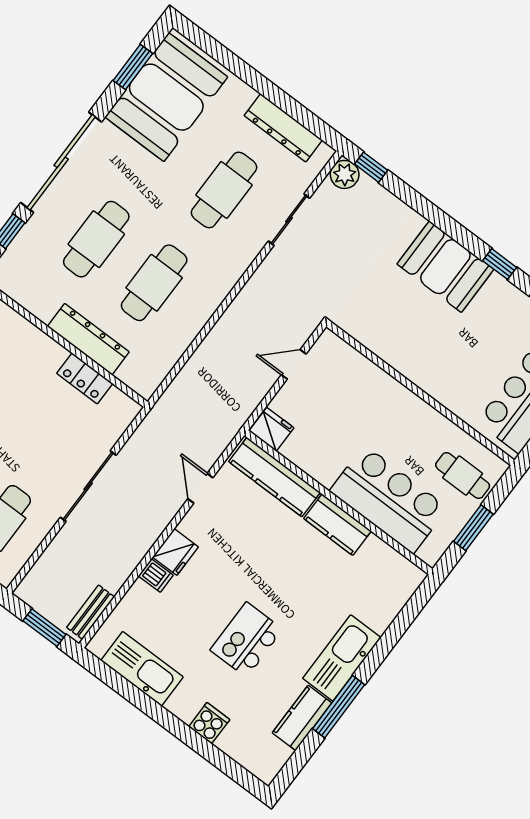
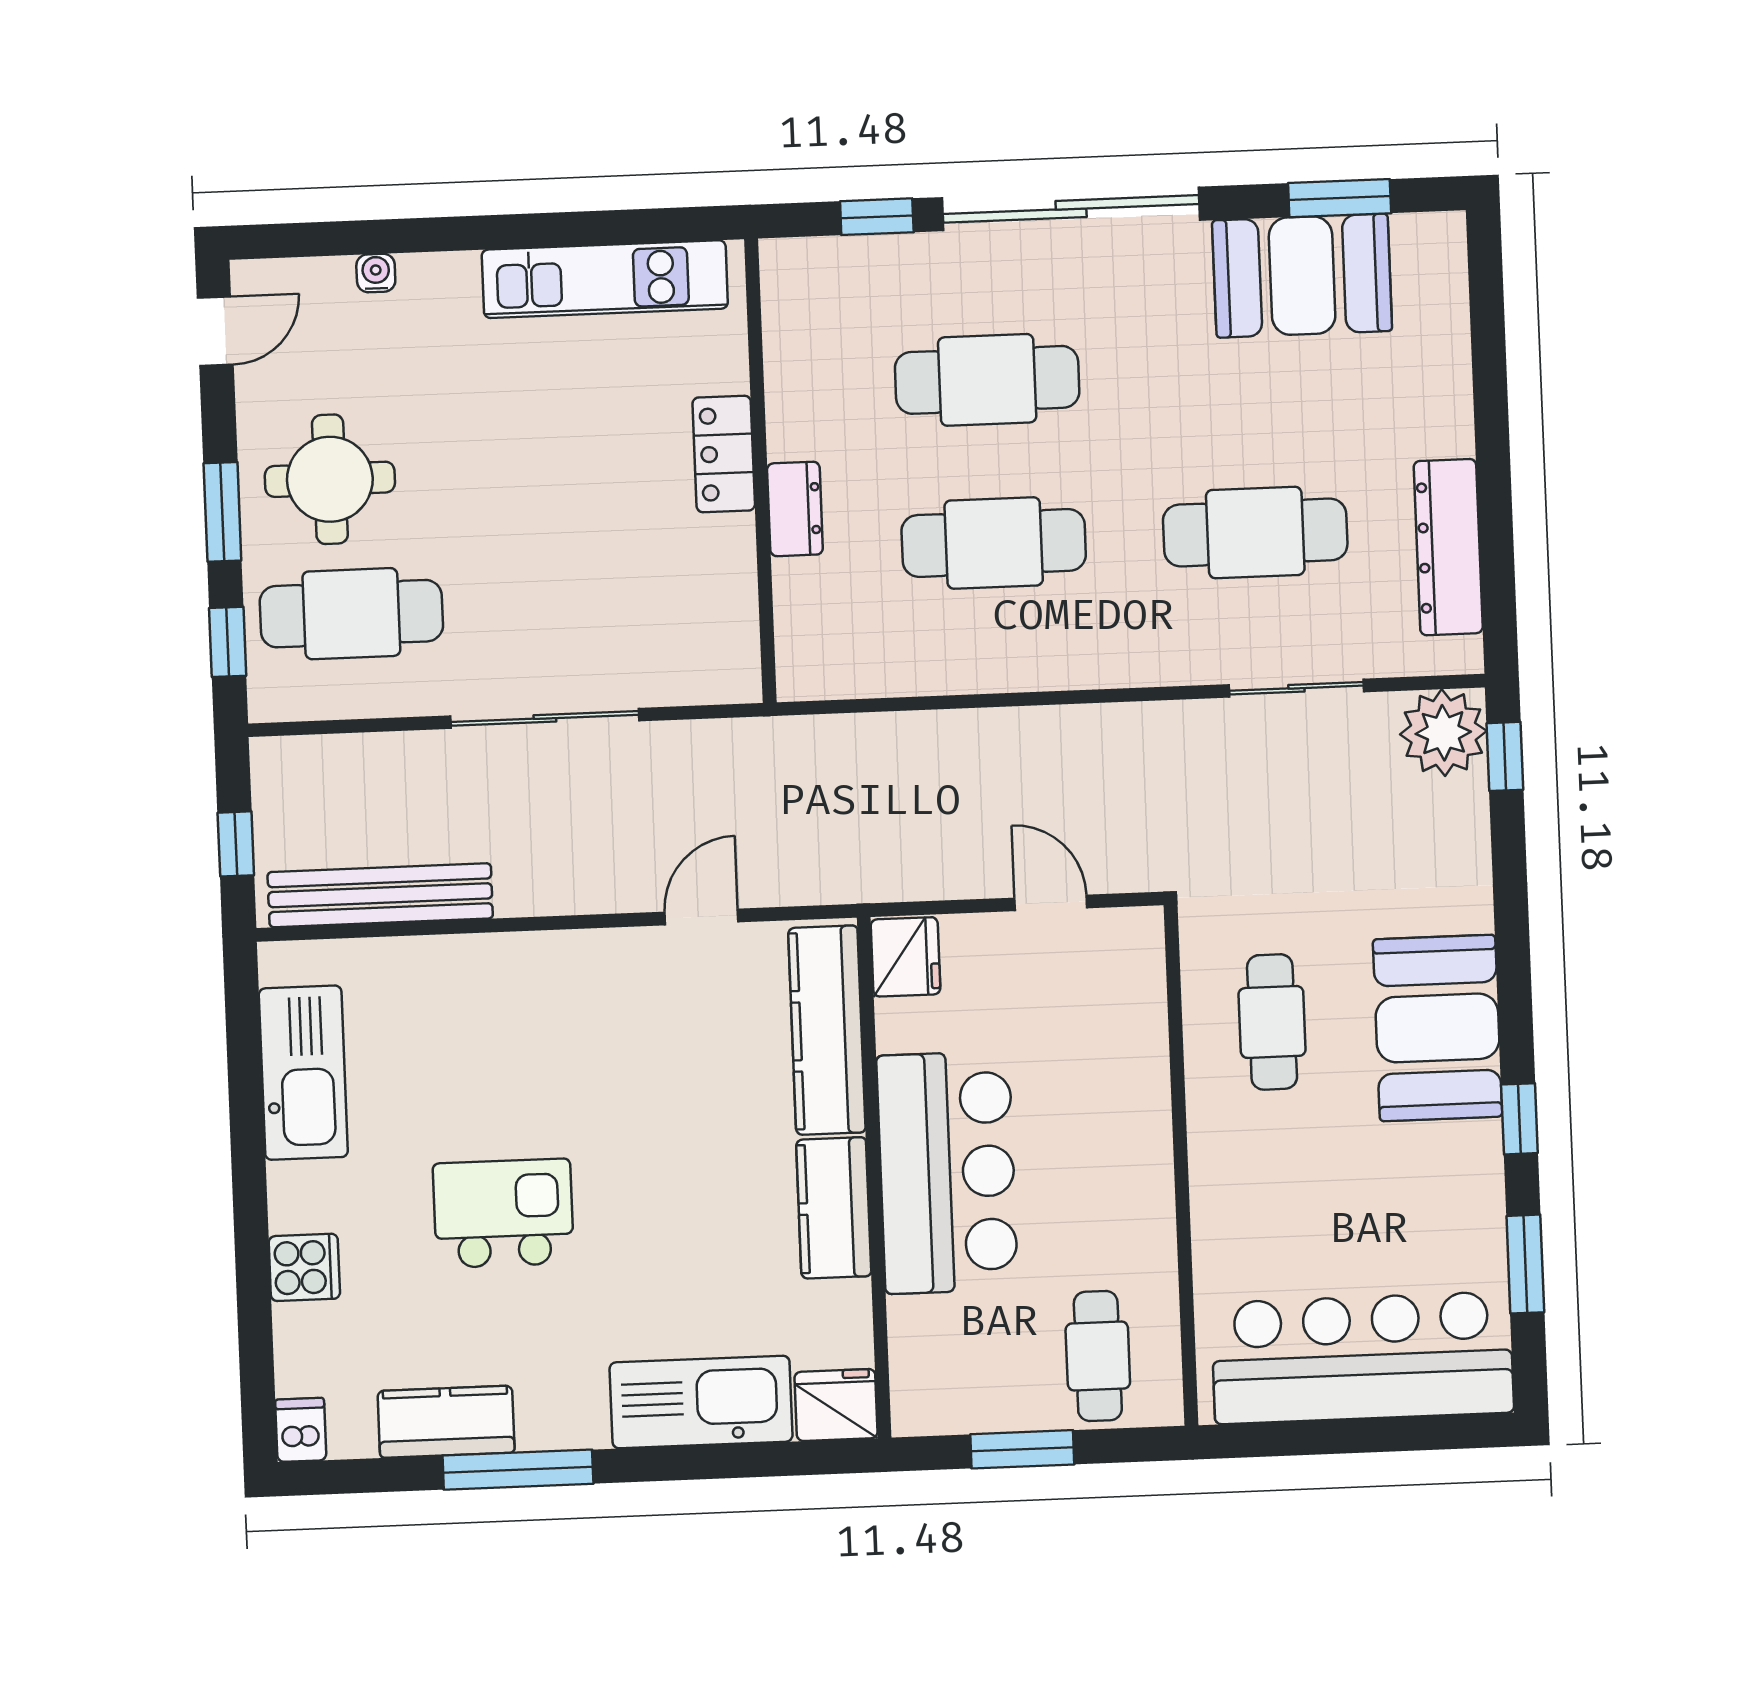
booth: (166, 97) -> (1302, 276), width x0.73, depth x0.70
plant: (345, 174) -> (1443, 733), width x1.36, depth x1.36
cafe table: (397, 322) -> (1272, 1022), added
dresser: (88, 339) -> (795, 509), width x0.51, depth x0.80
locker: (85, 378) -> (724, 454), moved
bar counter: (389, 499) -> (947, 1172), moved
fridge: (175, 552) -> (836, 1405), moved, turned 180
dishwasher: (156, 576) -> (301, 1430), moved, turned 180
bench: (91, 612) -> (380, 895), width x1.86, depth x1.21
window: (44, 628) -> (236, 844), width x0.67
kitchen sink: (342, 658) -> (701, 1402), moved

